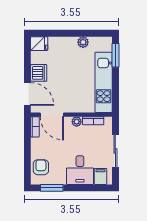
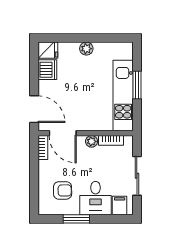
plant: (83, 42) -> (86, 49), moved
window: (115, 55) -> (137, 85), moved
dishwasher: (39, 73) -> (47, 70), moved
armchair: (41, 167) -> (63, 190), moved, turned 89
window: (52, 188) -> (76, 219), moved

